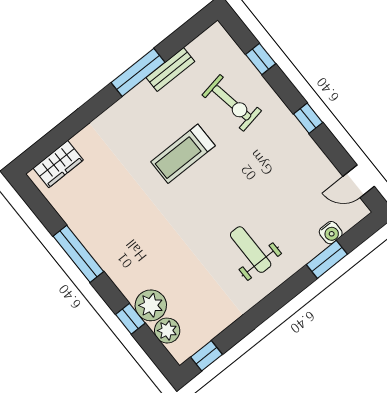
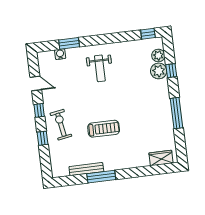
window: (261, 59) -> (43, 138), moved
bench: (170, 70) -> (86, 169), width x1.36
exercise bike: (232, 103) -> (61, 125), moved
door: (359, 181) -> (36, 83), moved

